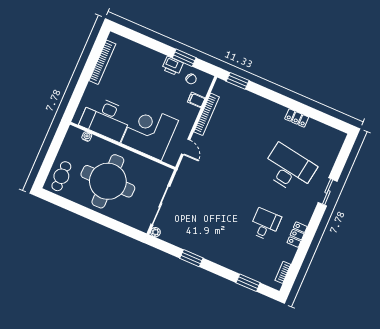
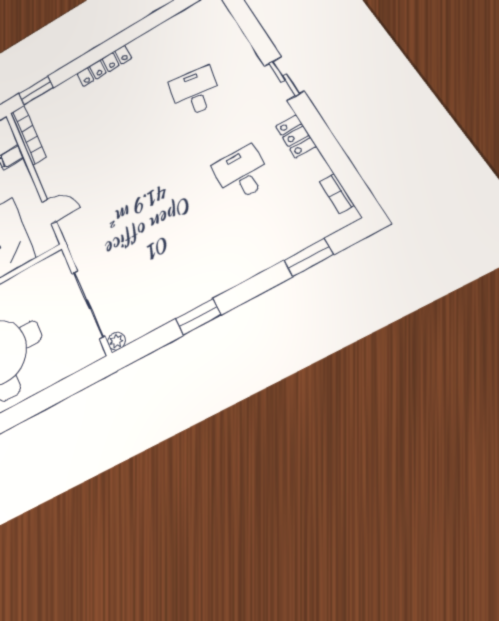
bookcase: (207, 114) -> (28, 135), moved
locker: (297, 118) -> (104, 66), moved, width x1.53
desk: (289, 169) -> (195, 92), width x0.53, depth x0.77
sliding door: (328, 192) -> (284, 78), moved

